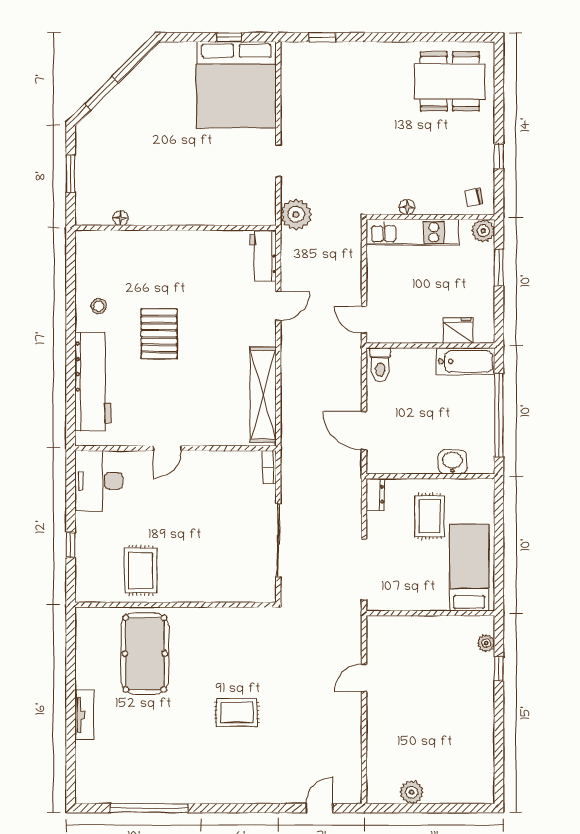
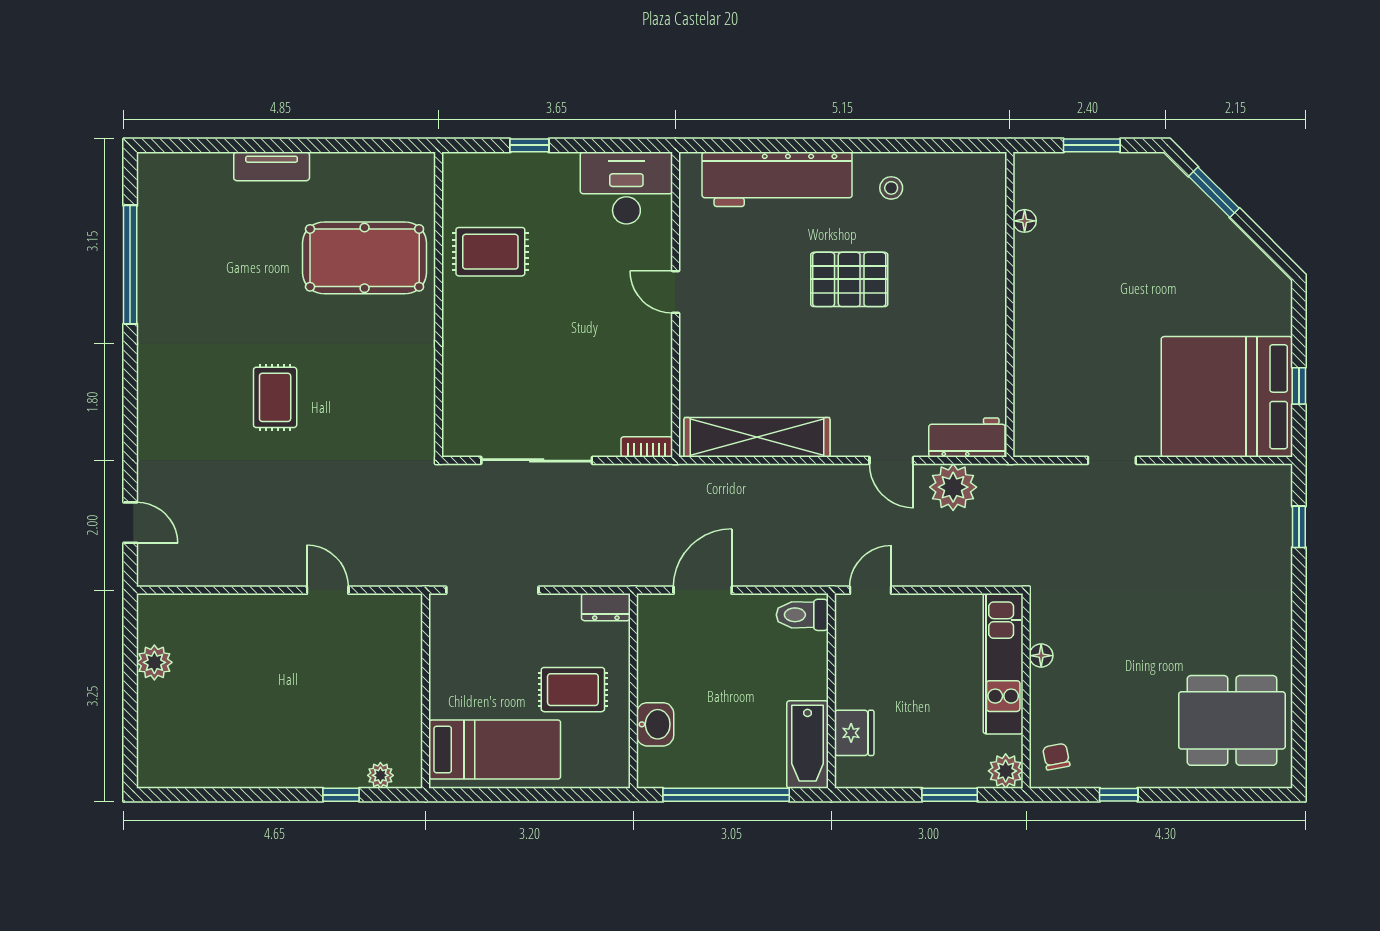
dining table: (450, 81) -> (1232, 720), turned 90
plant: (296, 214) -> (953, 487), moved

